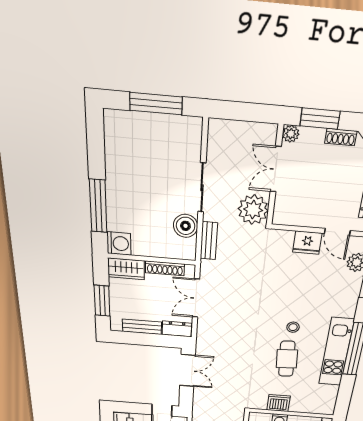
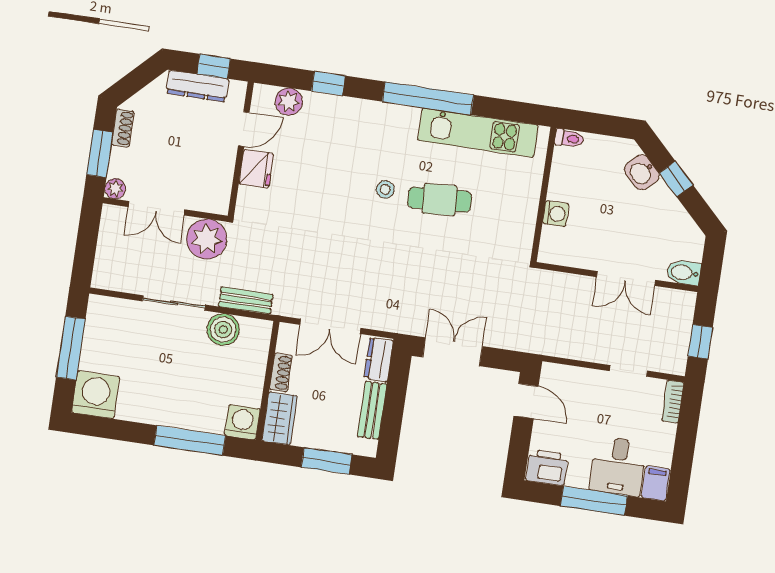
washing machine: (121, 128) -> (96, 395), added
shoe rack: (165, 268) -> (281, 373), width x0.70
kitchen unit: (336, 352) -> (478, 133), moved
dishwasher: (279, 403) -> (522, 214), removed

